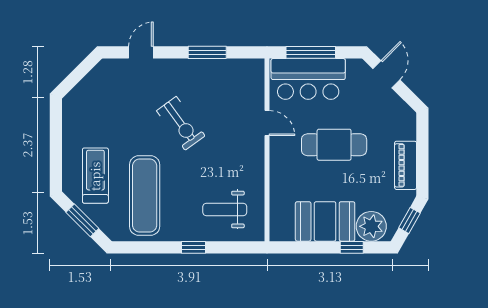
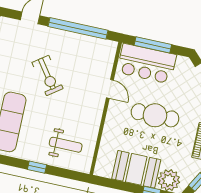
window: (207, 52) -> (78, 28), width x2.11
weight bench: (225, 209) -> (66, 145), turned 180

